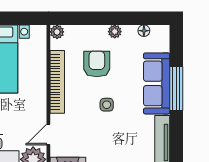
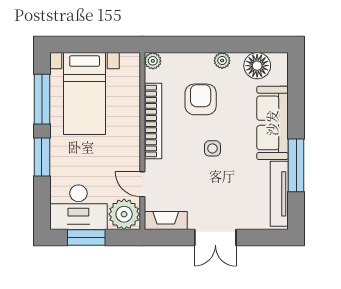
floor lamp: (144, 31) -> (257, 66), width x1.89, depth x1.89
window: (176, 89) -> (296, 165), moved
door: (48, 134) -> (142, 184), hinge flipped

